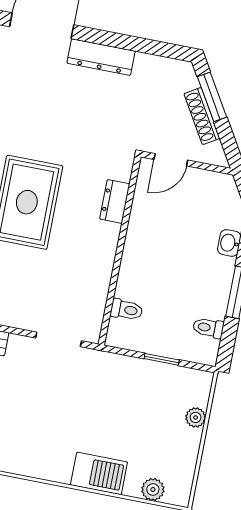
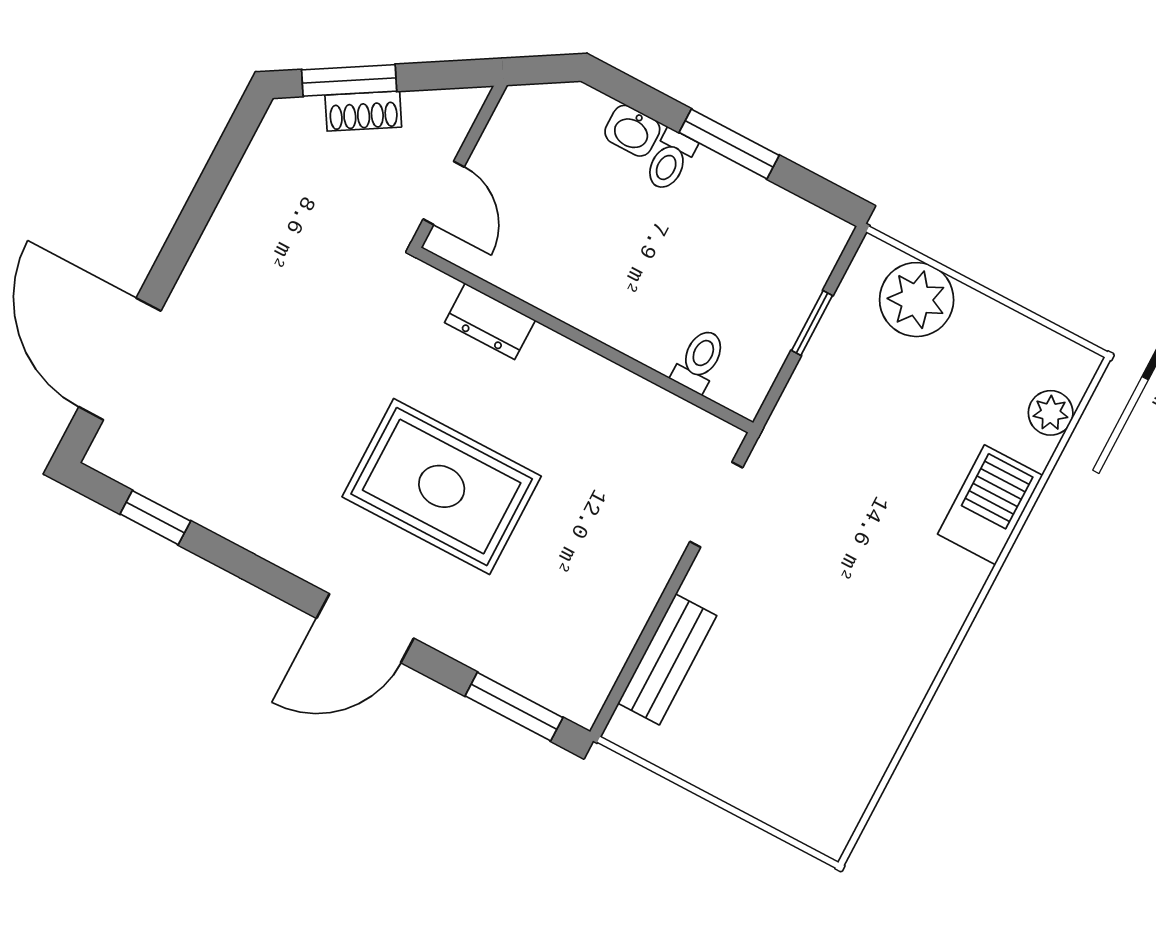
dresser: (101, 57) -> (212, 266), removed
shoe rack: (202, 116) -> (363, 111), width x0.70
toilet: (208, 328) -> (670, 160), moved
plant: (196, 417) -> (917, 300), width x1.88, depth x1.88

